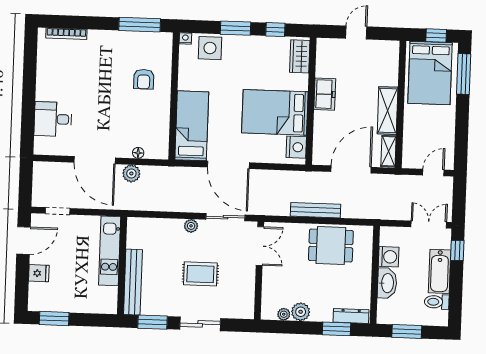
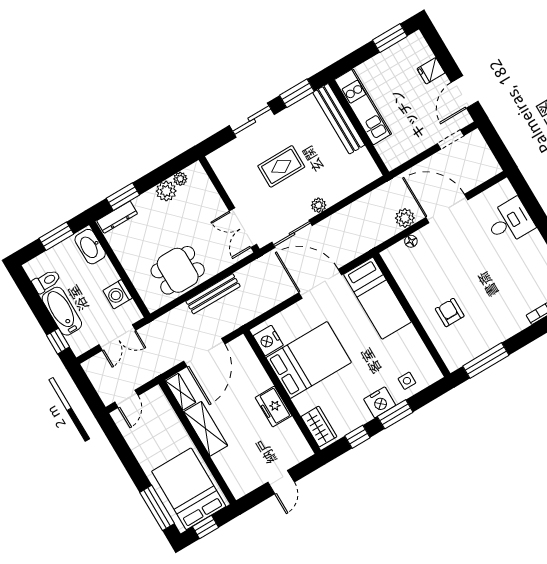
nightstand: (185, 38) -> (380, 402), moved, width x1.89, depth x1.79
side table: (210, 48) -> (407, 381), width x0.54, depth x0.54
double door: (429, 225) -> (117, 338), moved
kitchen unit: (110, 251) -> (363, 107), moved
washbasin: (387, 283) -> (90, 247), moved

